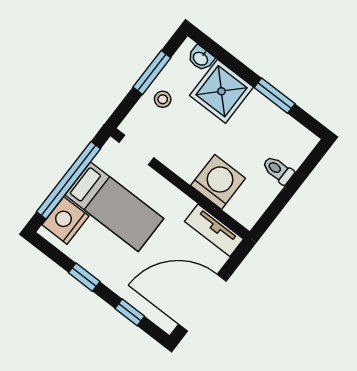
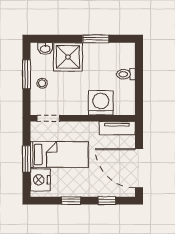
window: (68, 180) -> (27, 159), width x0.47
door: (202, 303) -> (139, 168), hinge flipped

